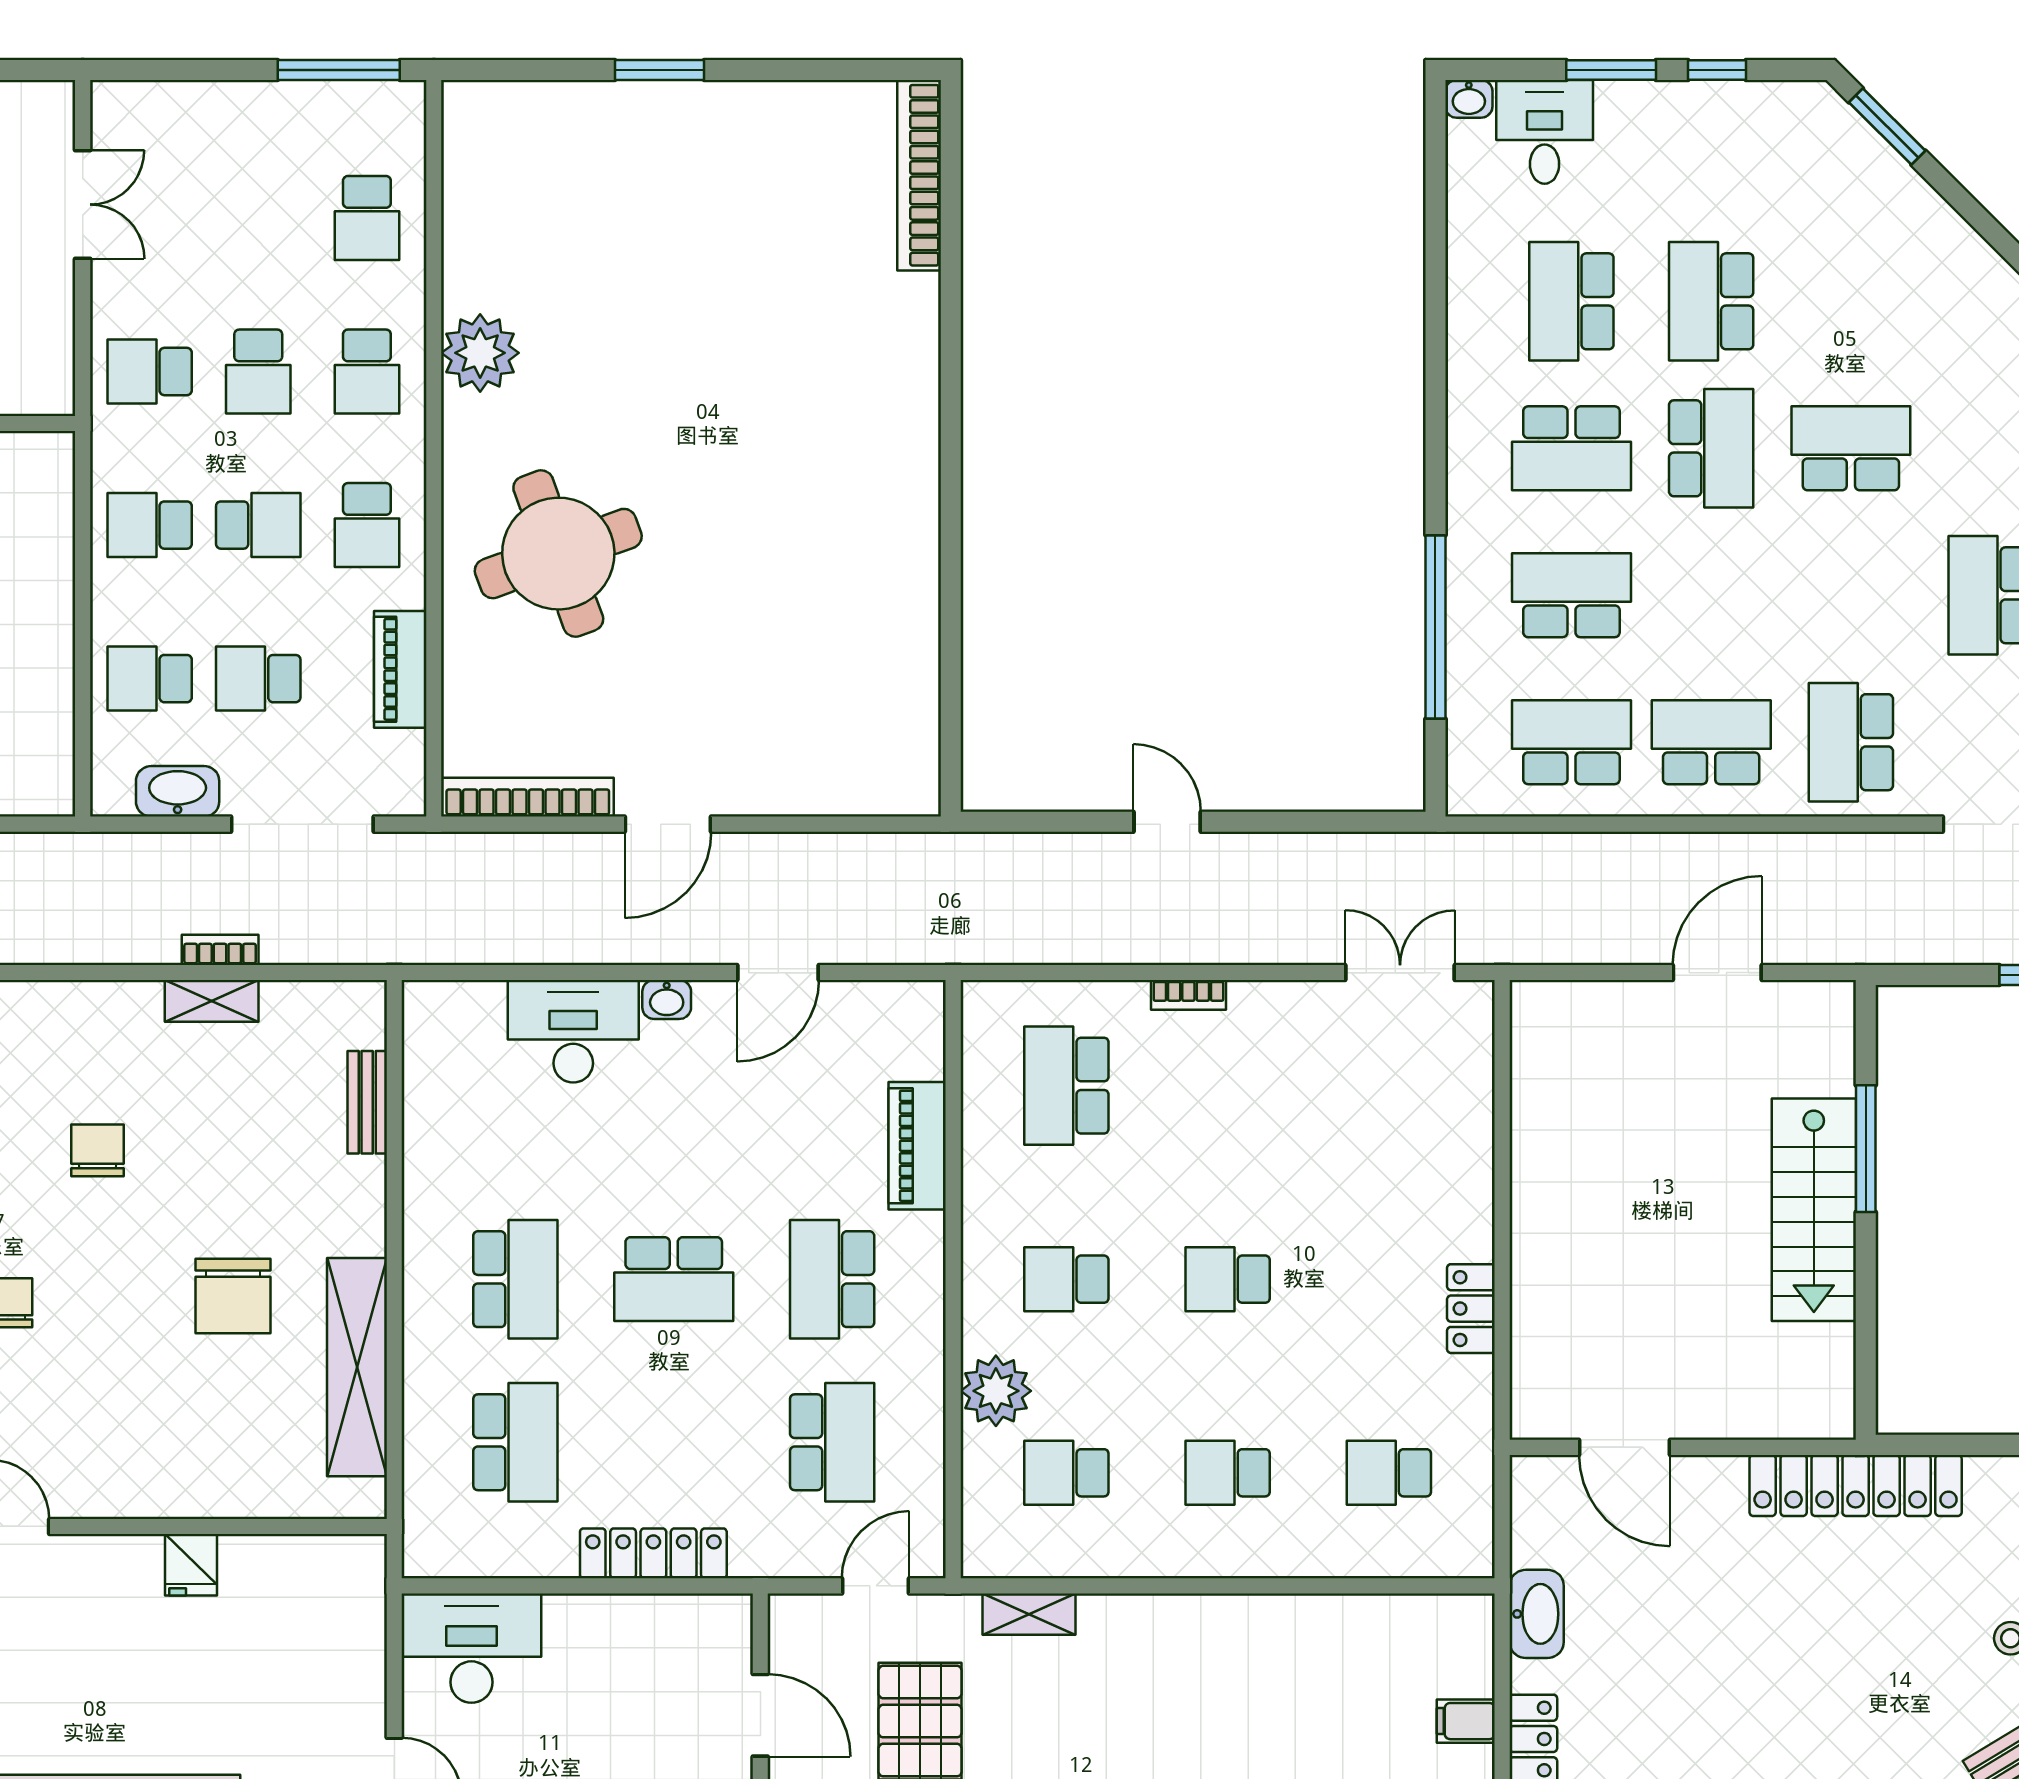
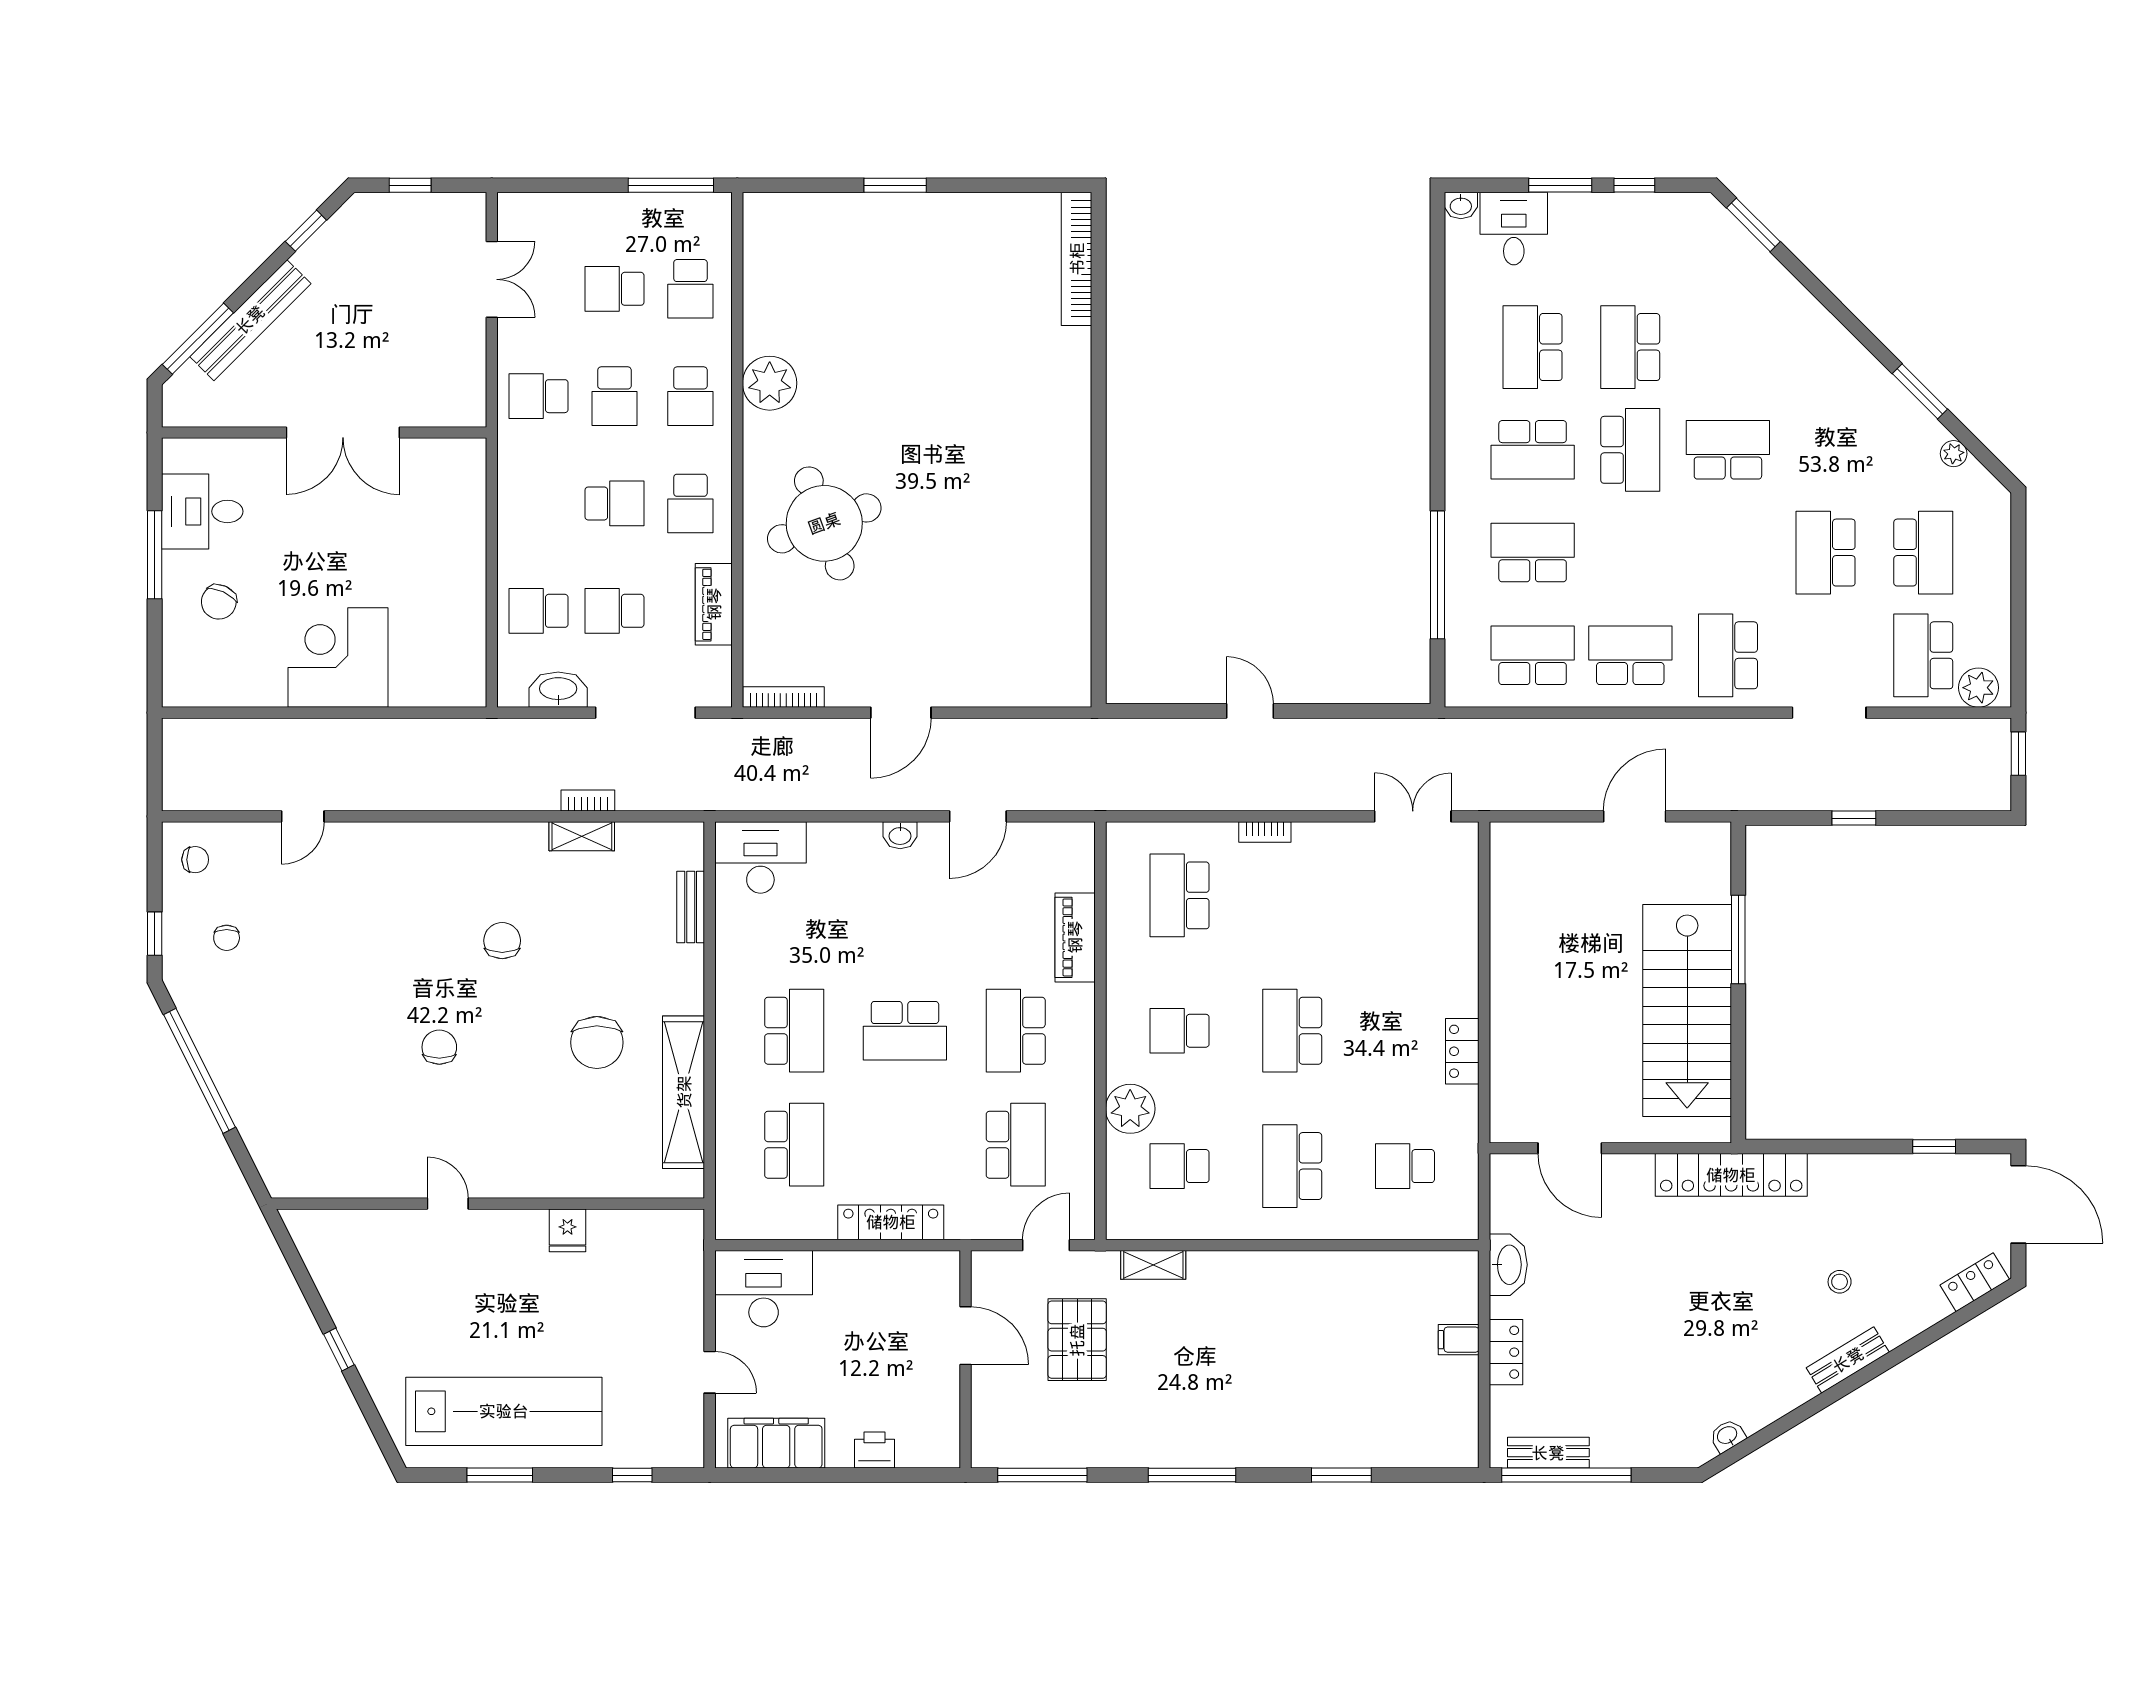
school desk: (150, 525) -> (614, 289), moved
bookcase: (528, 797) -> (783, 697), width x0.68, depth x0.76
desk: (573, 1031) -> (760, 857), moved
stairs: (1814, 1210) -> (1687, 1010), width x1.36, depth x1.51
school desk: (1228, 1279) -> (1292, 1031), width x1.85
school desk: (1228, 1473) -> (1292, 1166), width x1.85

